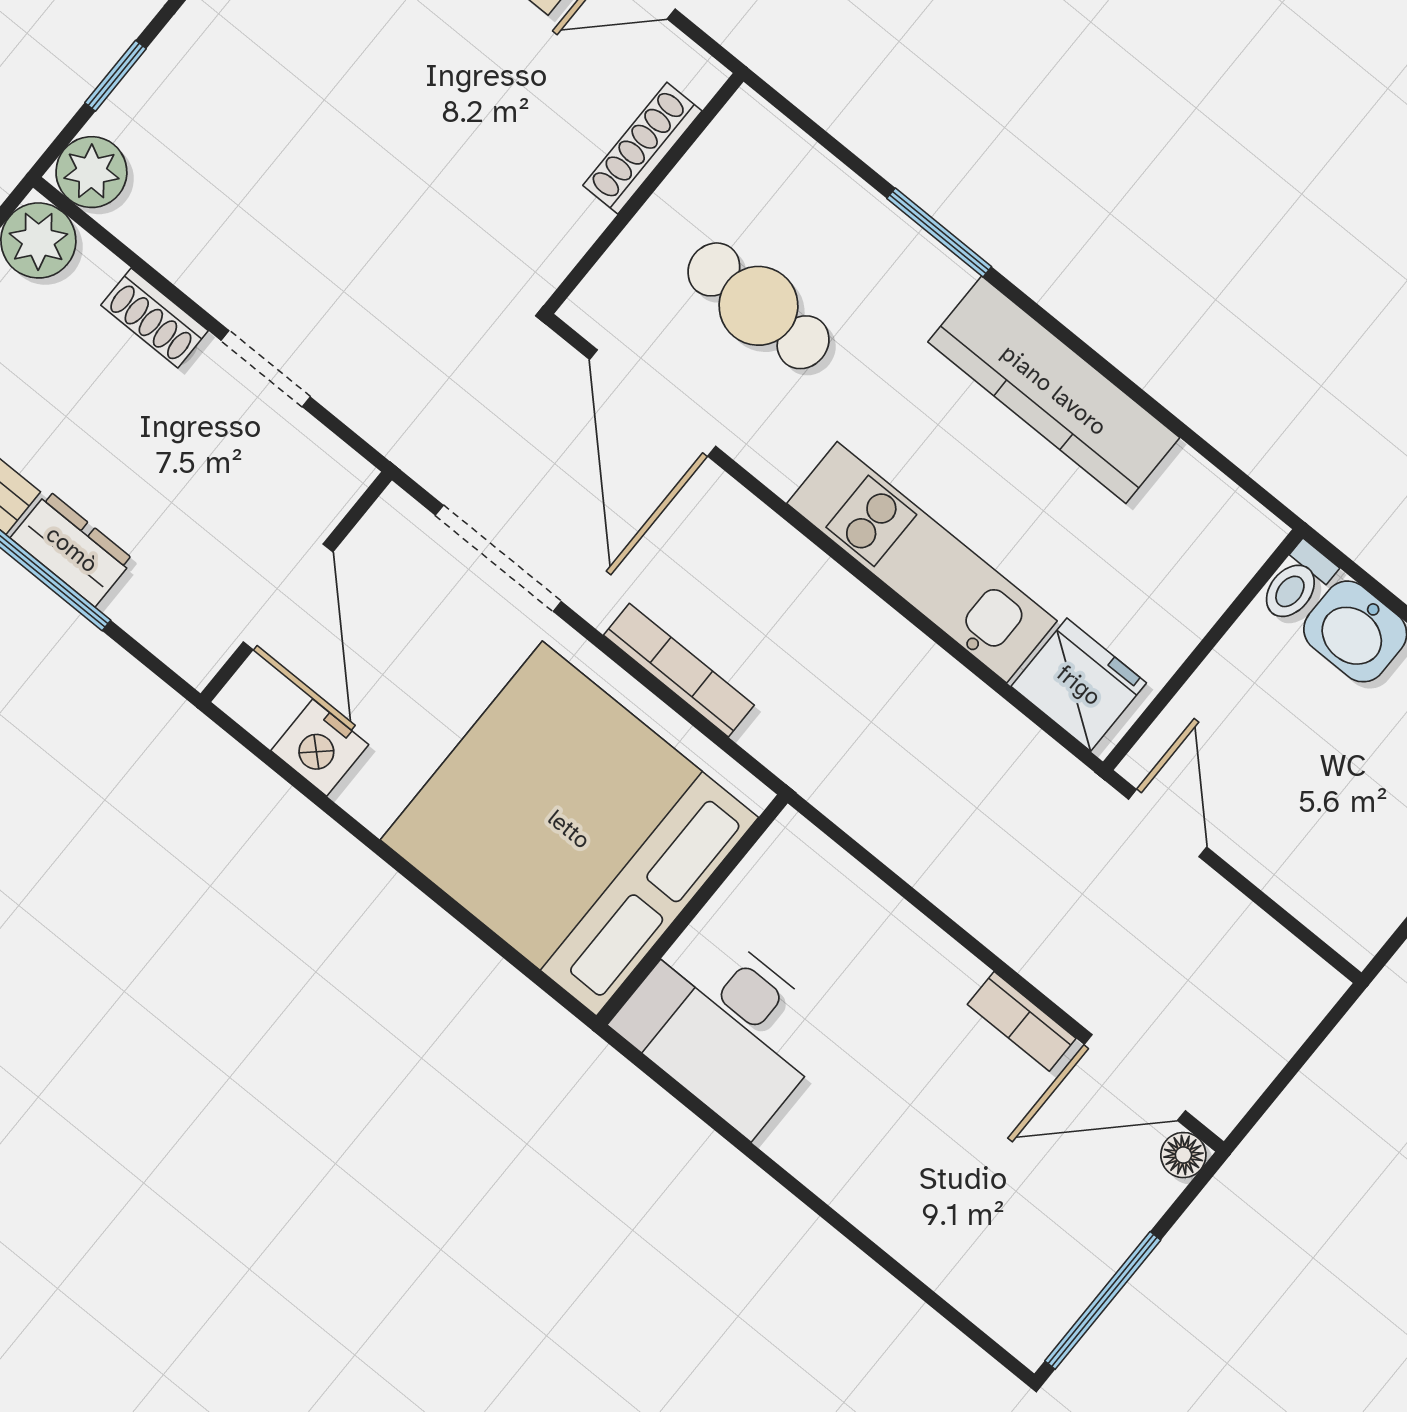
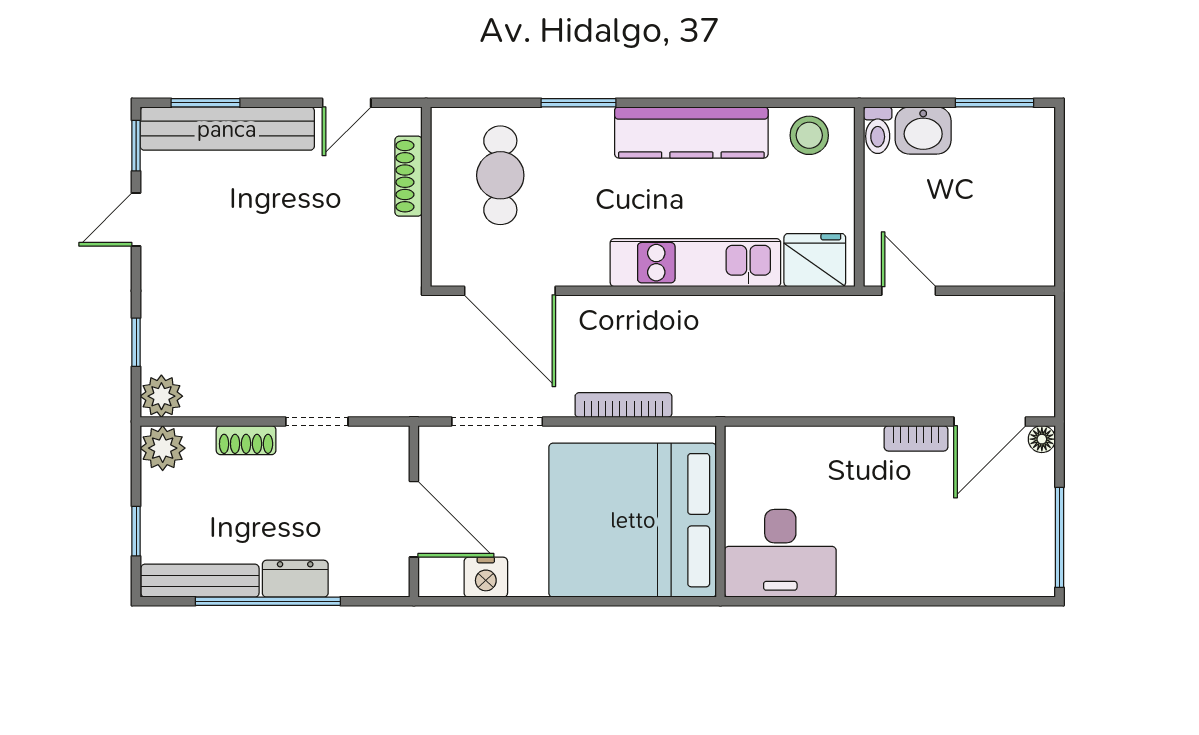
cafe table: (758, 306) -> (500, 175), moved, turned 90
stool: (1203, 518) -> (809, 135), added

